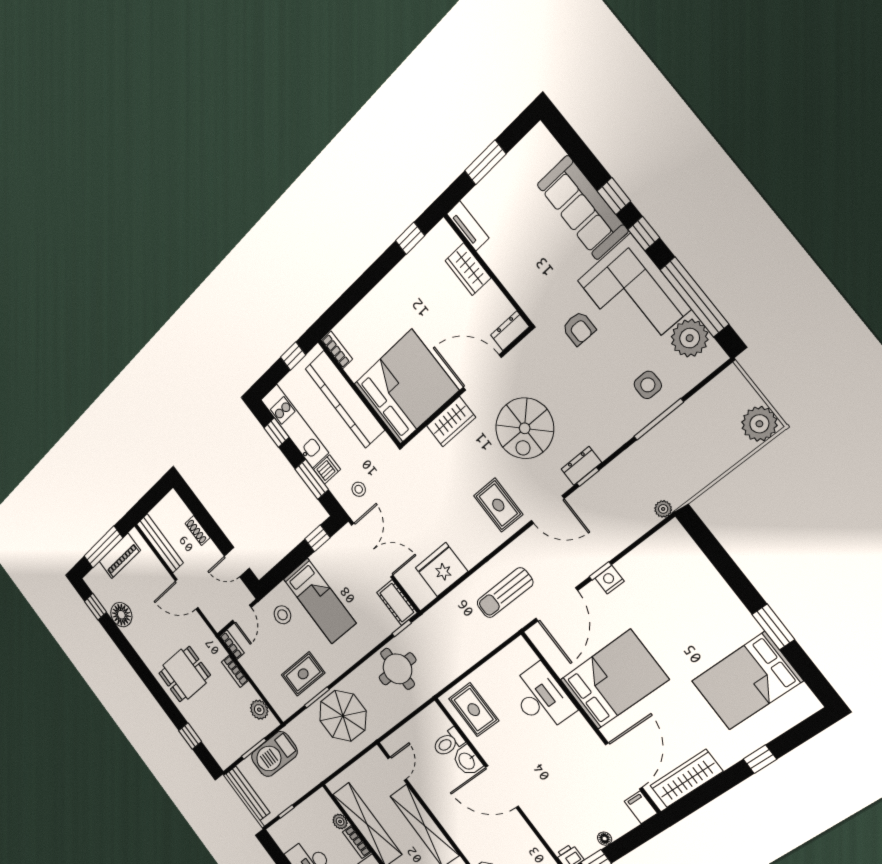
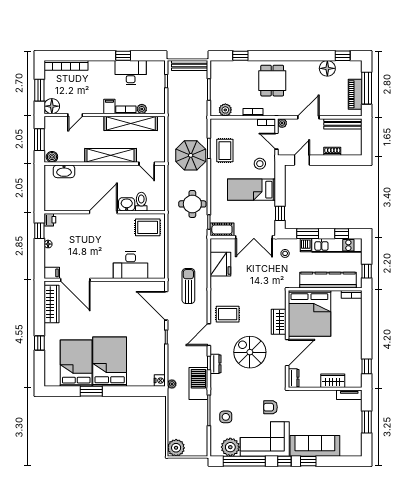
nightstand: (610, 580) -> (160, 381), moved
plant: (218, 623) -> (282, 123), added
bed: (614, 680) -> (110, 362), moved, turned 180
barbecue: (274, 754) -> (198, 384), moved

